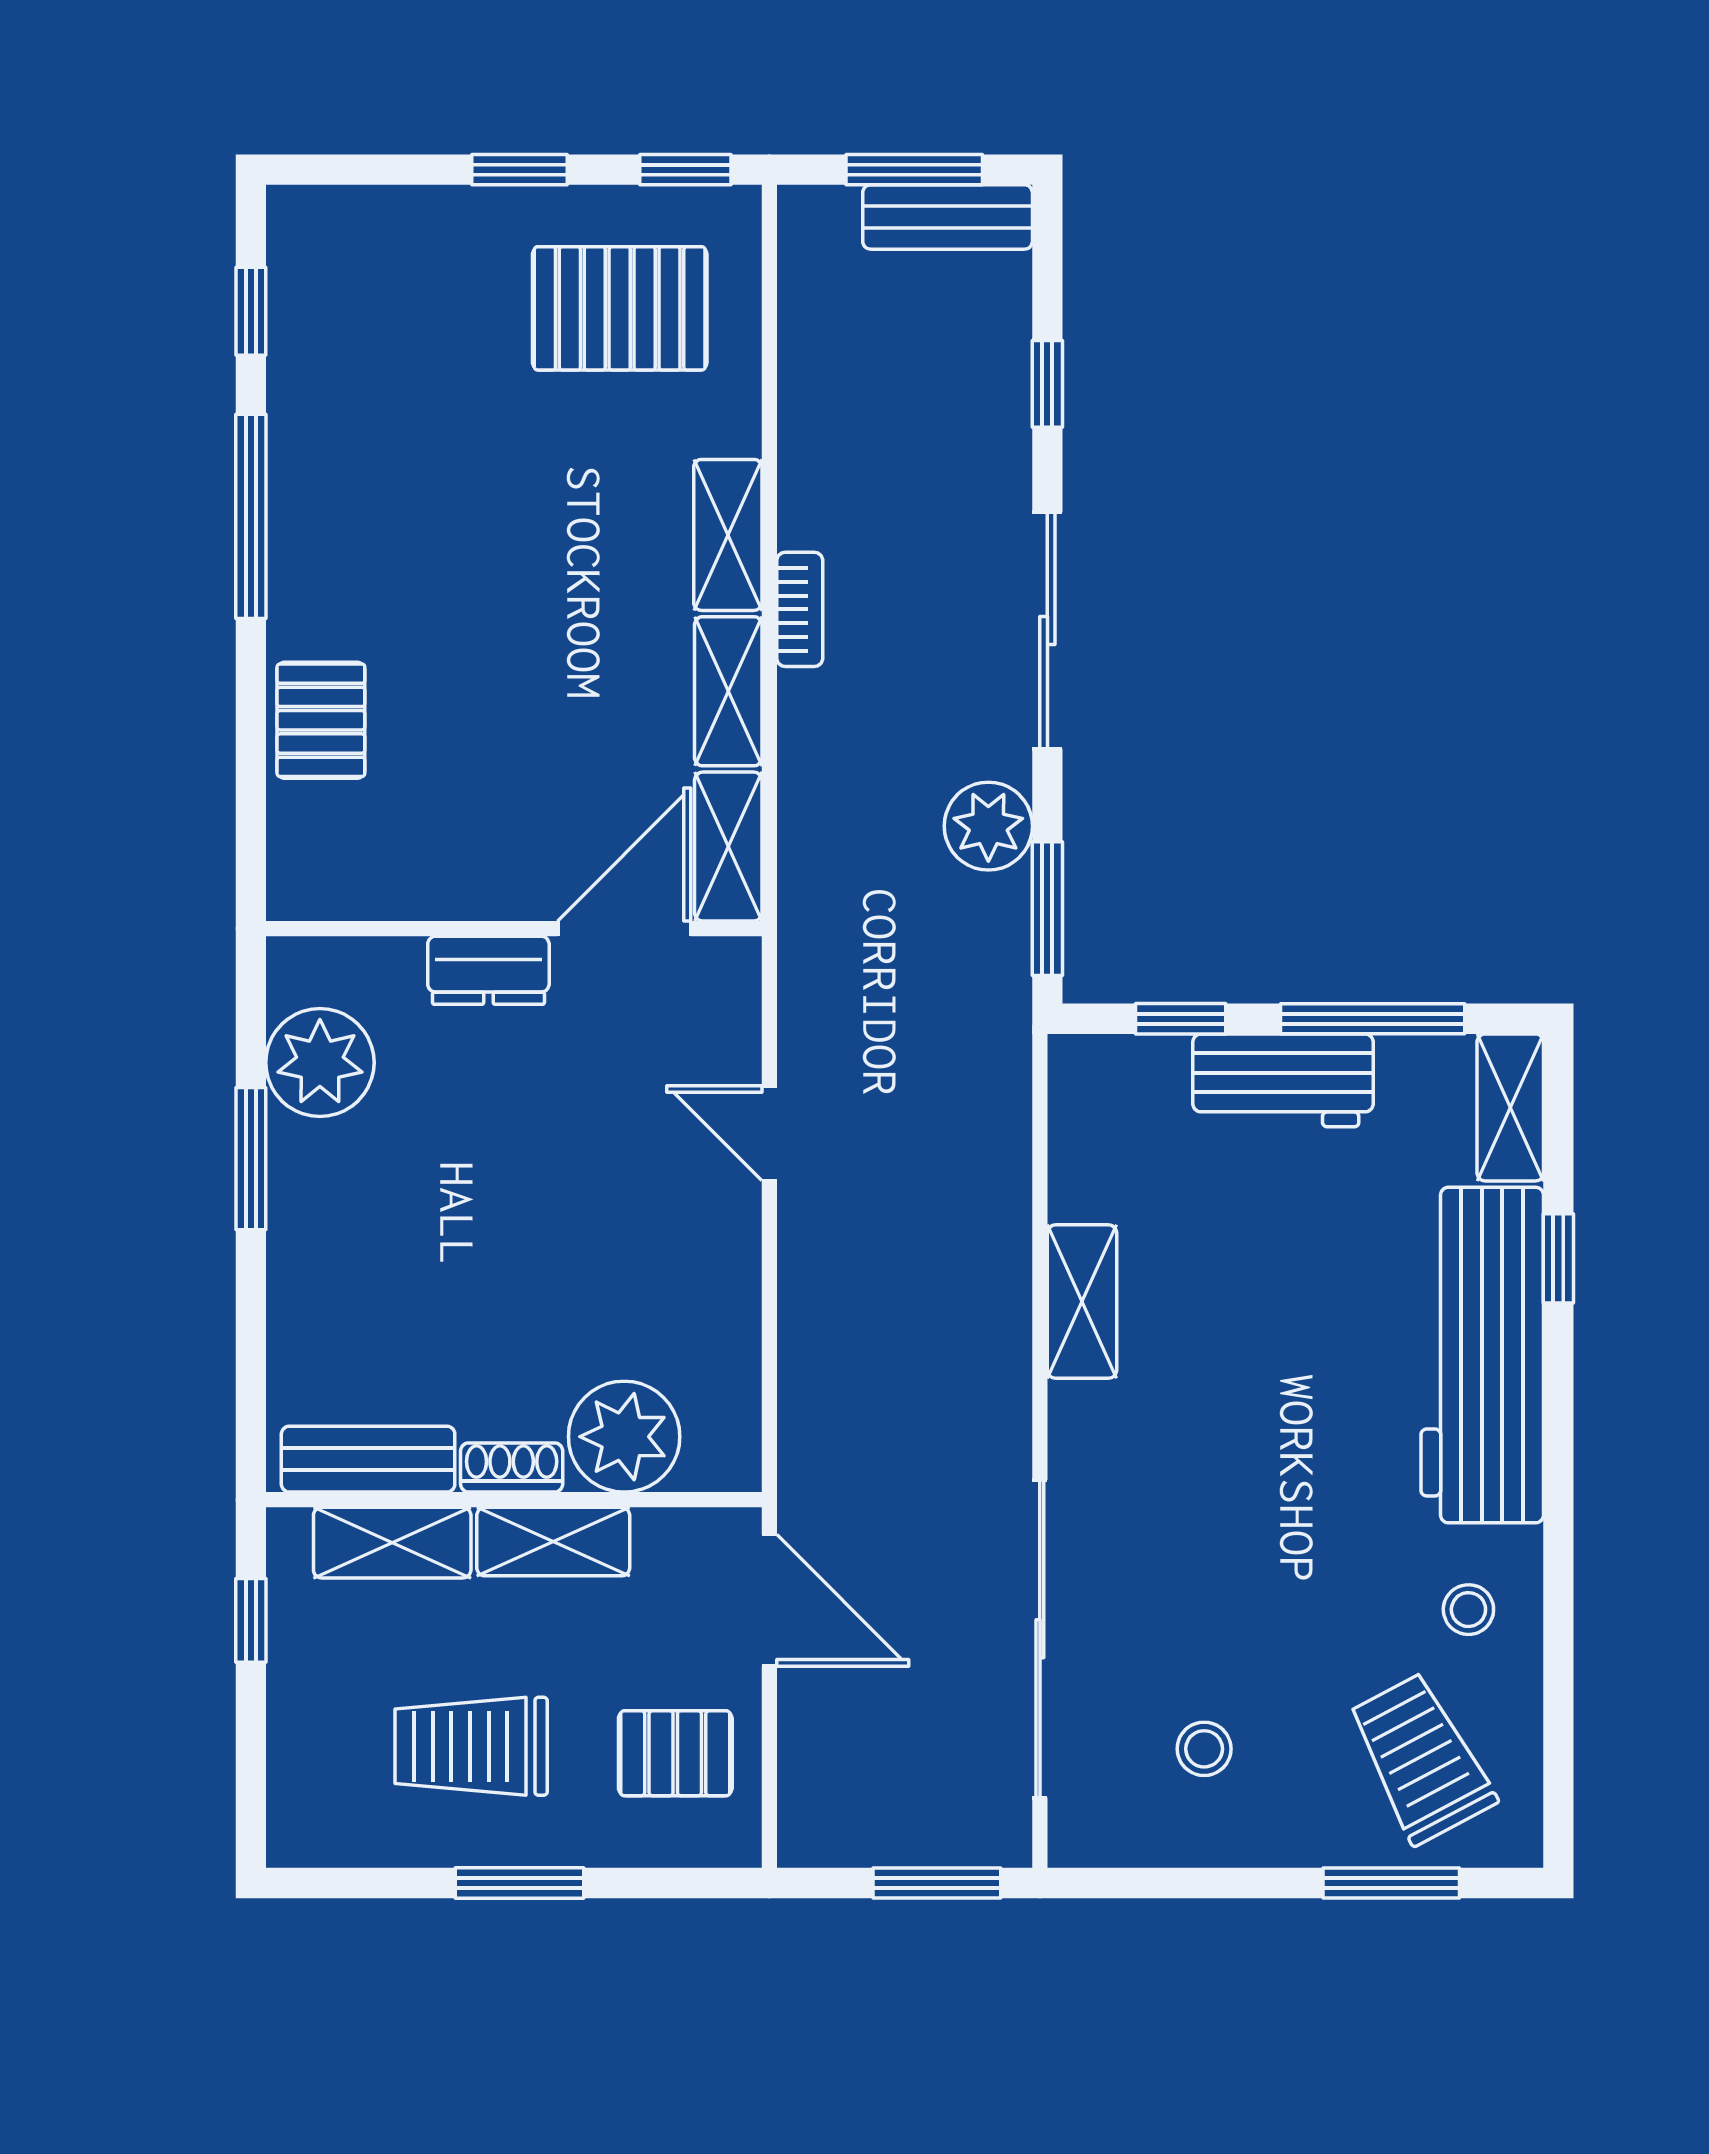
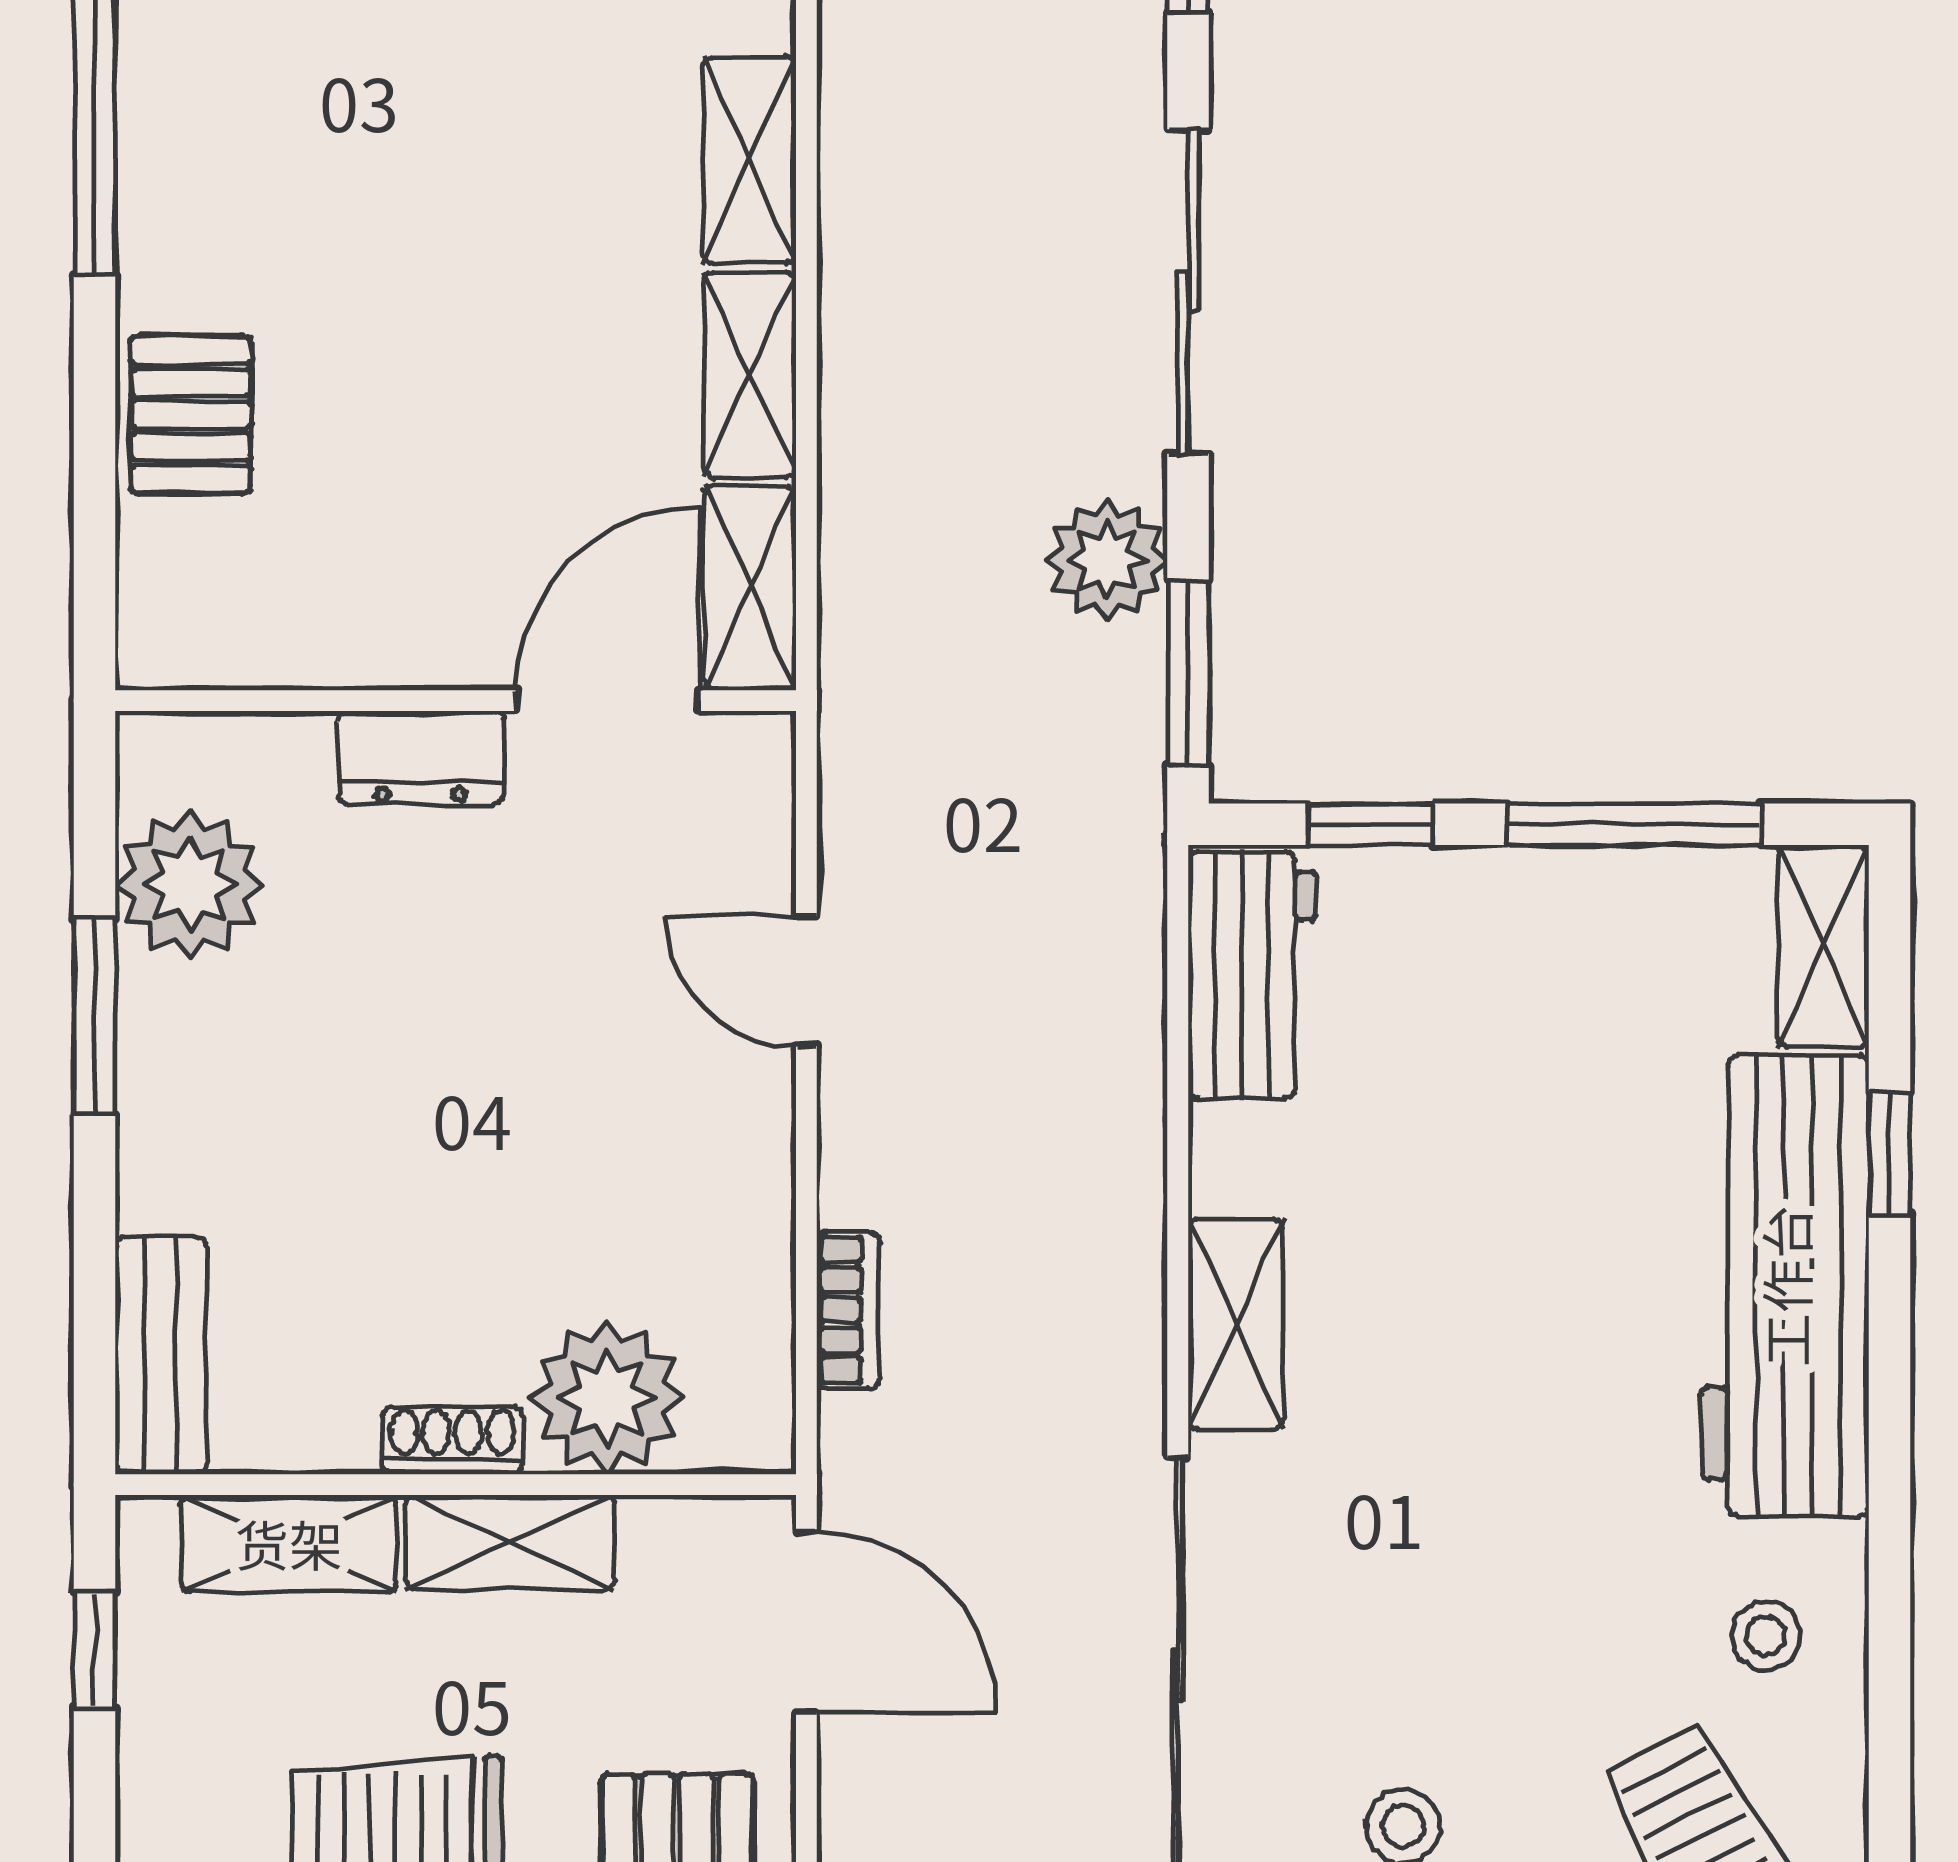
bookcase: (800, 609) -> (848, 1310), moved
workbench: (1283, 1080) -> (1252, 975), moved, turned -90
shelving: (1082, 1302) -> (1236, 1324), moved
bench: (368, 1459) -> (161, 1355), moved, turned 90

